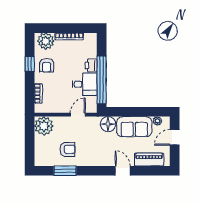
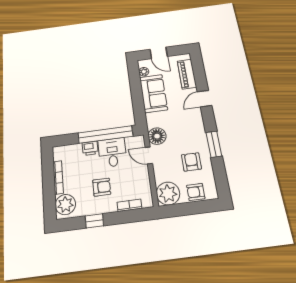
armchair: (47, 65) -> (102, 187), moved
floor lamp: (108, 124) -> (157, 136), moved
armchair: (42, 148) -> (196, 192), added
window: (65, 171) -> (214, 144), moved

